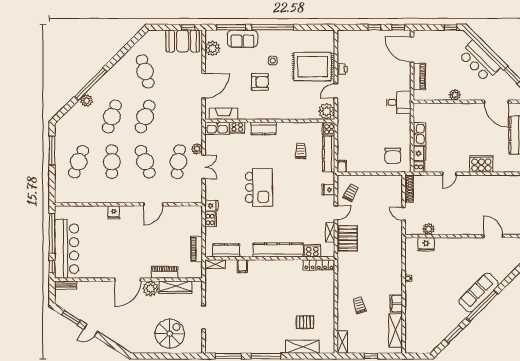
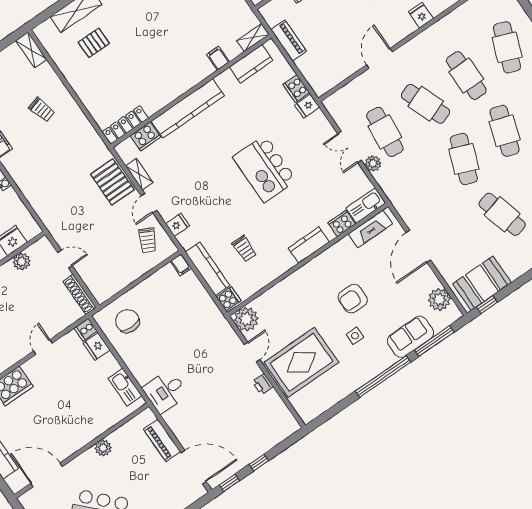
kitchen sink: (419, 134) -> (125, 387), moved

